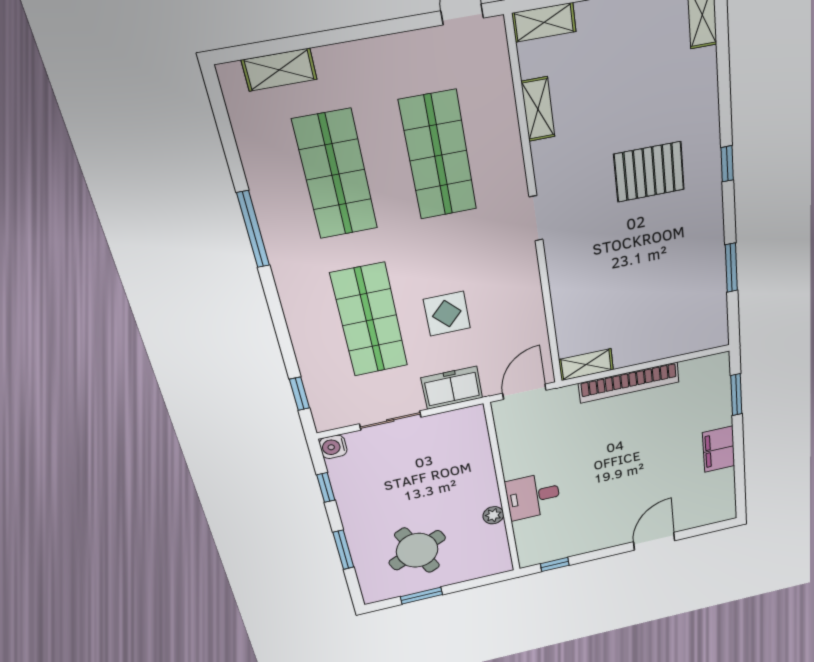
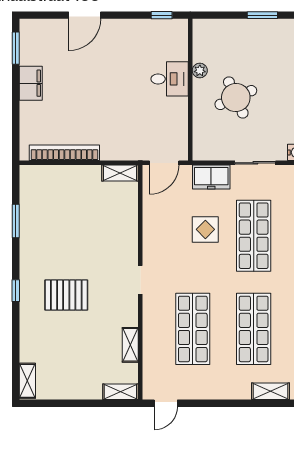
bookcase: (629, 383) -> (64, 153), moved
window: (736, 395) -> (16, 48), moved
round table: (417, 550) -> (236, 98), moved

